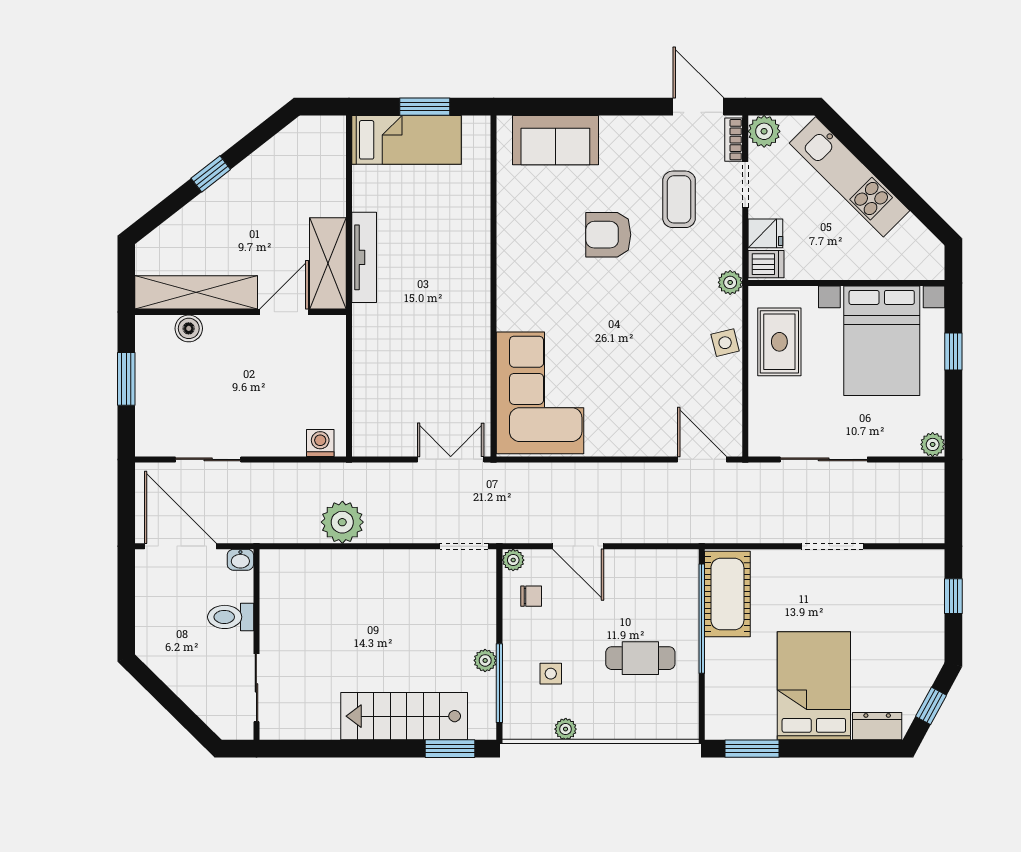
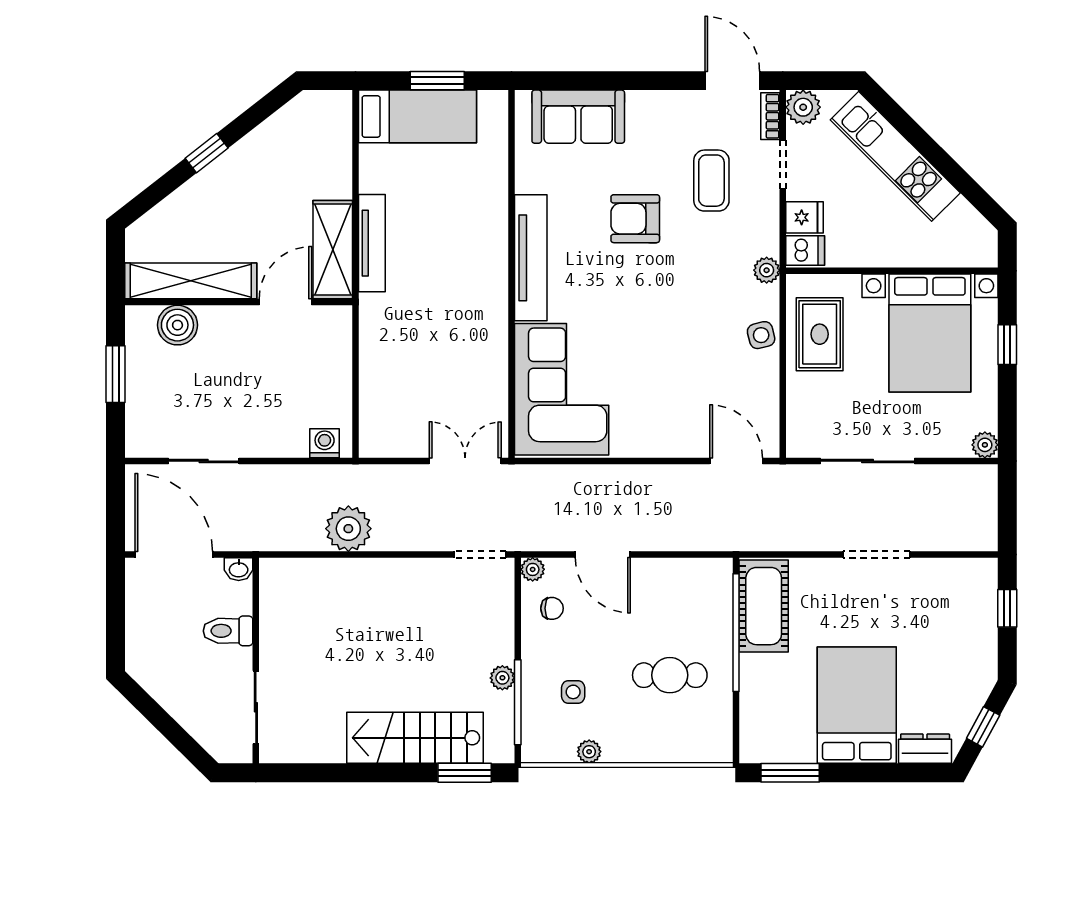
tv unit: (511, 271) -> (531, 258), added
boiler: (189, 328) -> (177, 325), width x1.36, depth x1.36

